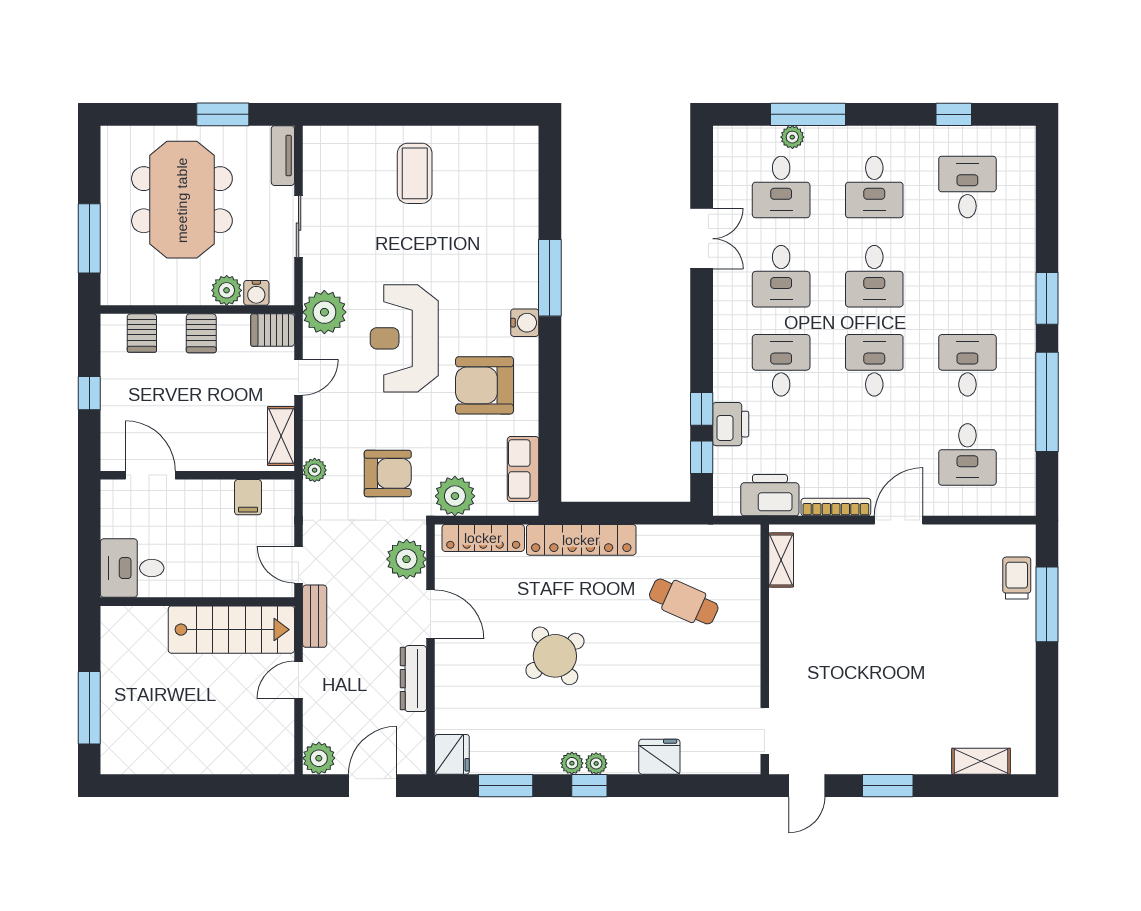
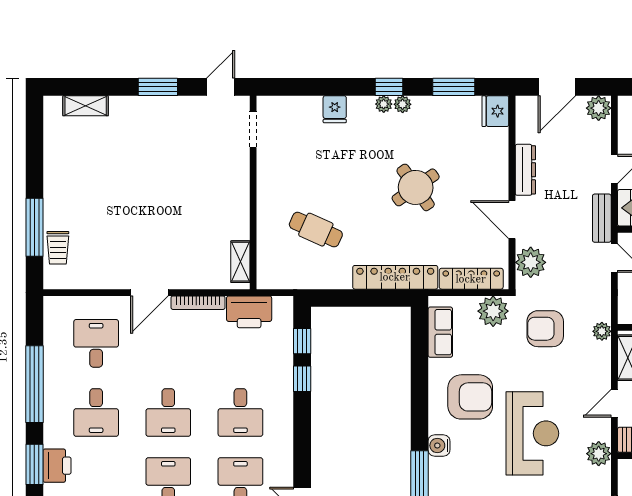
plant: (324, 312) -> (599, 454), width x0.73, depth x0.73
printer: (731, 424) -> (57, 466), moved, turned 180
fridge: (659, 757) -> (335, 109), width x0.72

